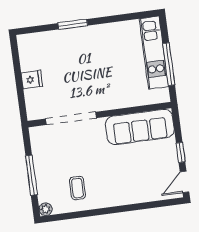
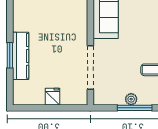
kitchen counter: (73, 37) -> (21, 56), added
plant: (41, 170) -> (131, 99), added

